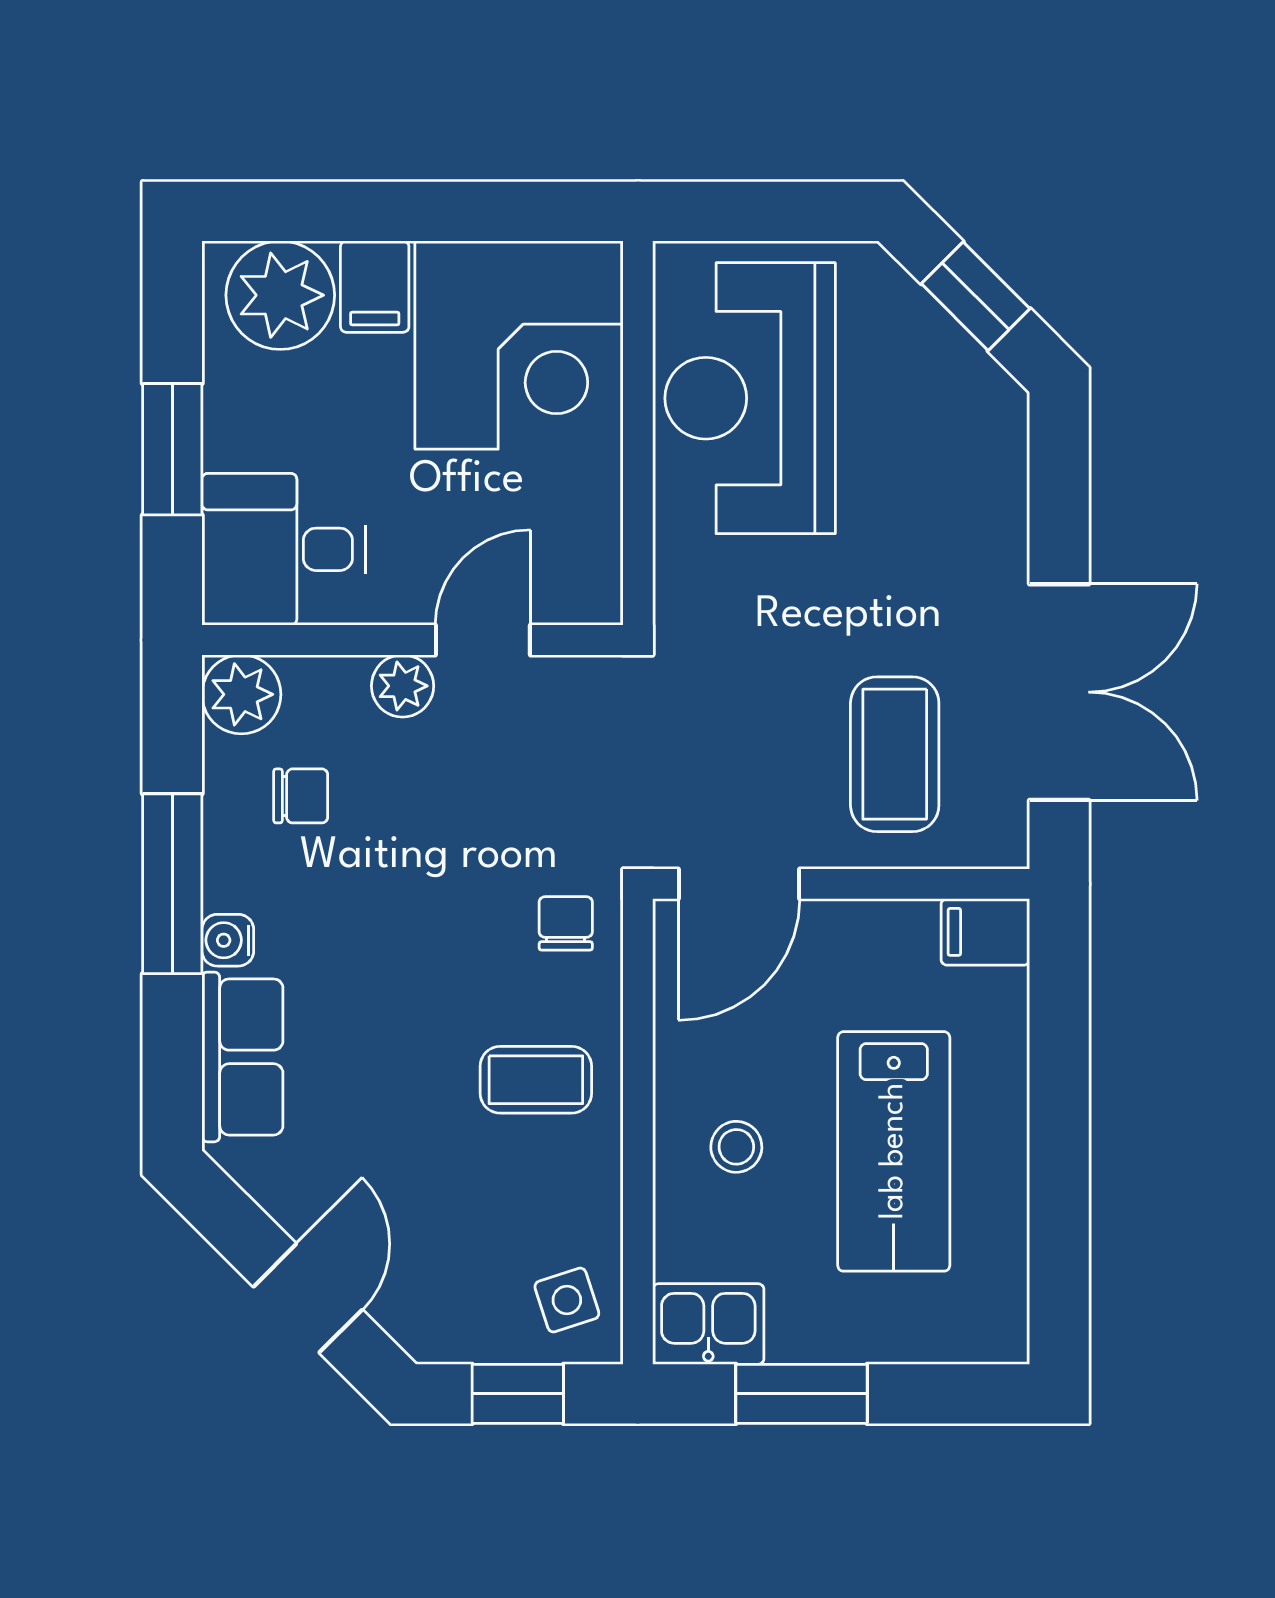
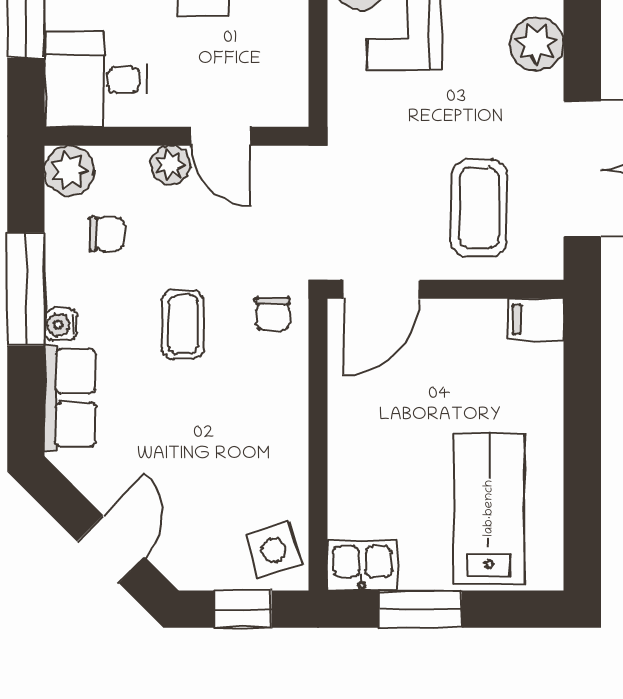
plant: (987, 493) -> (537, 44), added
door: (483, 640) -> (221, 136), swing flipped
chair: (566, 923) -> (273, 314), turned 180
coffee table: (536, 1080) -> (183, 324), moved, turned 90
stool: (736, 1147) -> (380, 454), removed
lab bench: (894, 1151) -> (489, 508), moved, turned 180
side table: (567, 1300) -> (273, 550), width x1.37, depth x1.37

